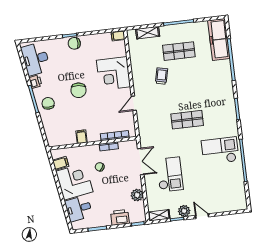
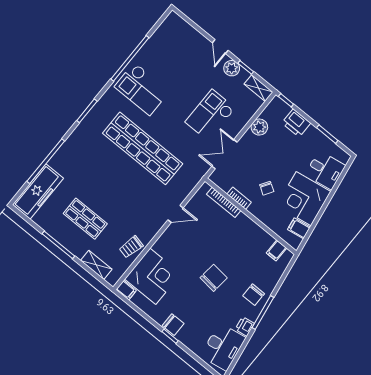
corner desk: (113, 73) -> (153, 276), moved
trolley: (162, 76) -> (131, 247), moved
shop shelf: (187, 120) -> (143, 148), width x2.00, depth x1.36
filing cabinet: (81, 137) -> (276, 251), moved

